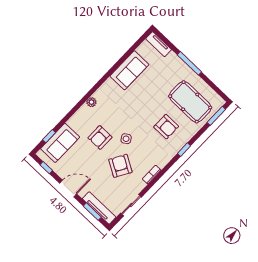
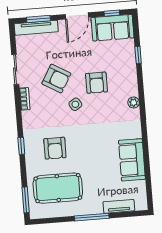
tv unit: (159, 44) -> (119, 206), moved
armchair: (166, 127) -> (55, 148), turned -90
window: (49, 136) -> (138, 55), moved
armchair: (100, 137) -> (96, 83), turned 180
sofa: (60, 143) -> (112, 28), moved, turned -90
sliding door: (131, 205) -> (15, 70), moved

